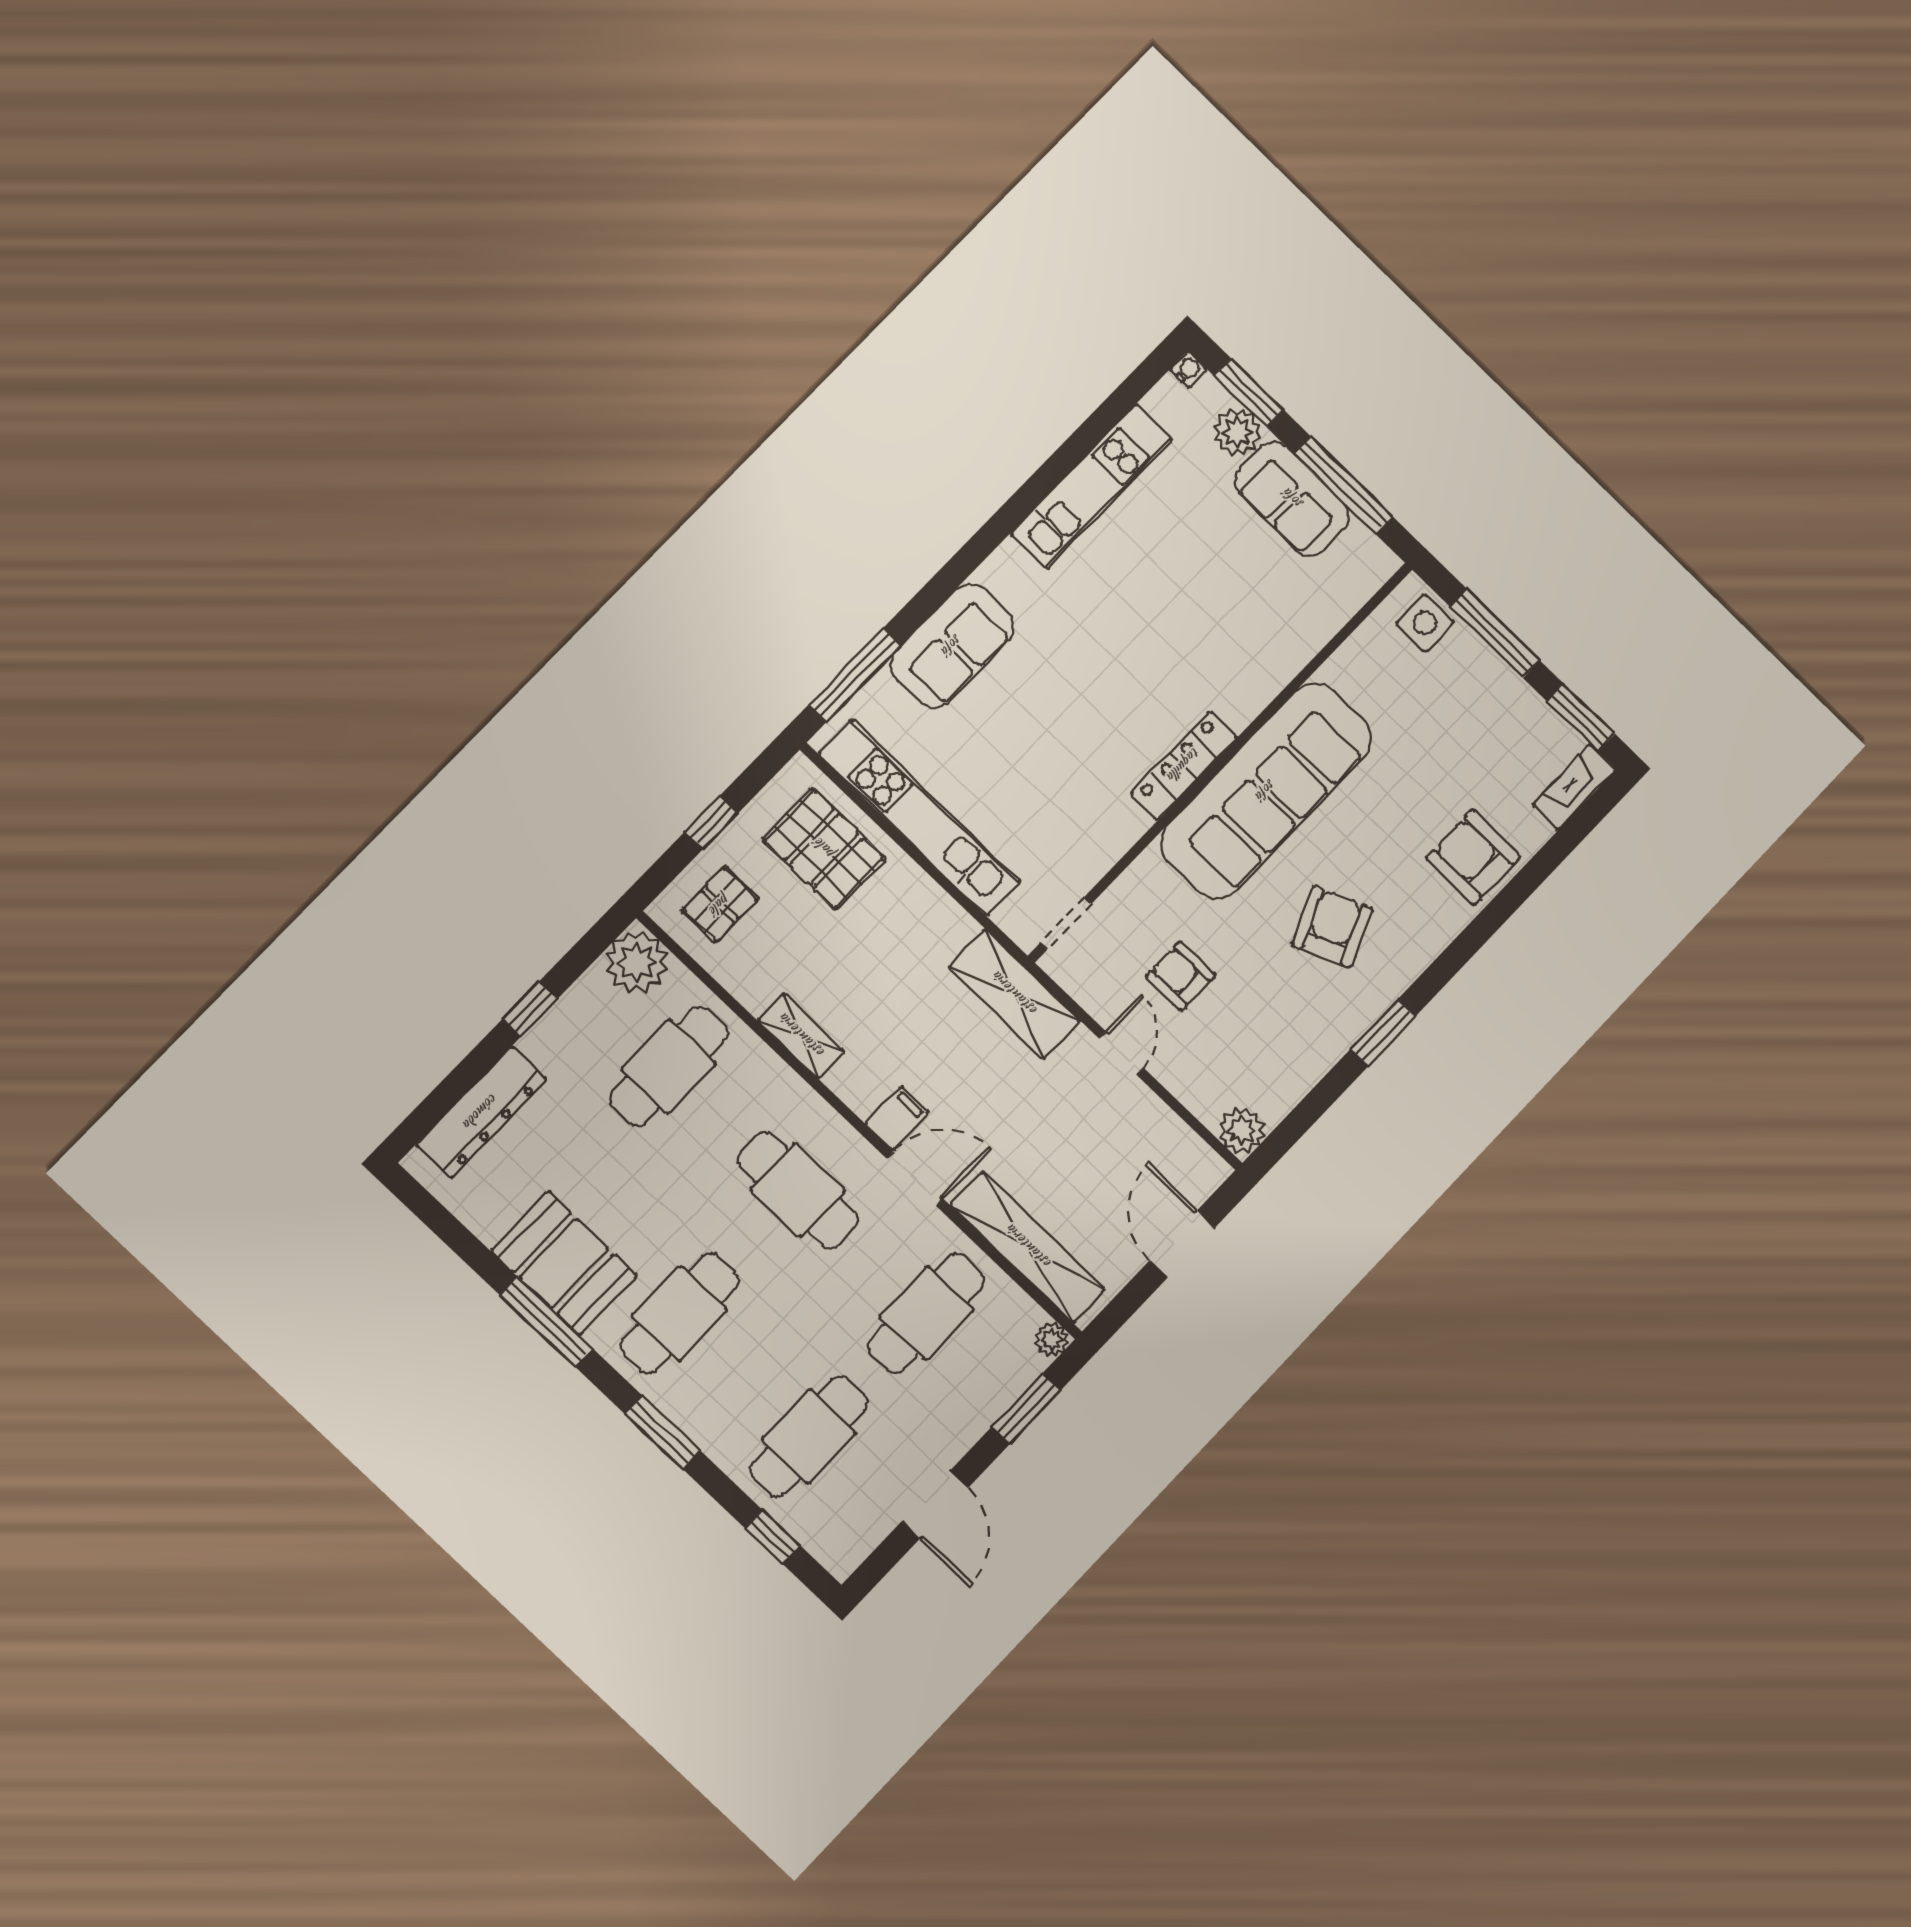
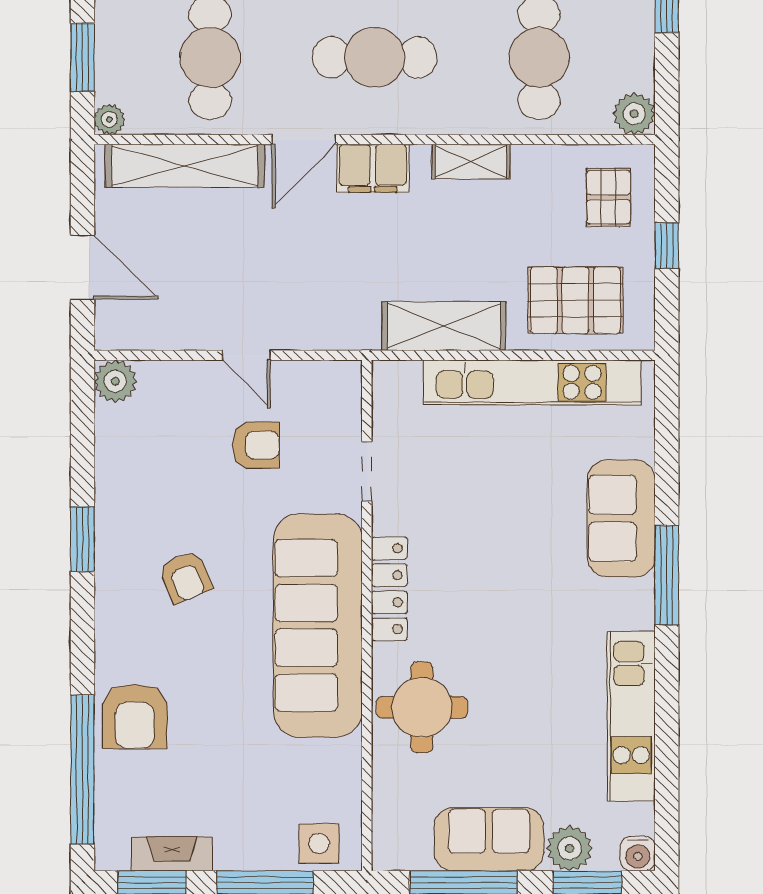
water cooler: (1188, 369) -> (638, 854), width x1.38, depth x1.38
round table: (1246, 650) -> (422, 707), added
window: (854, 675) -> (667, 575), moved
fireplace: (1574, 787) -> (172, 854), moved, turned -90
window: (1552, 855) -> (82, 770), added
armchair: (1473, 857) -> (135, 716), turned 90
doorway: (1066, 923) -> (367, 471), moved
armchair: (1332, 927) -> (185, 577), width x0.72, depth x0.72
plant: (637, 962) -> (634, 114), width x0.73, depth x0.73
shelving: (1014, 994) -> (444, 326), moved
filing cabinet: (897, 1118) -> (373, 168), width x2.00

